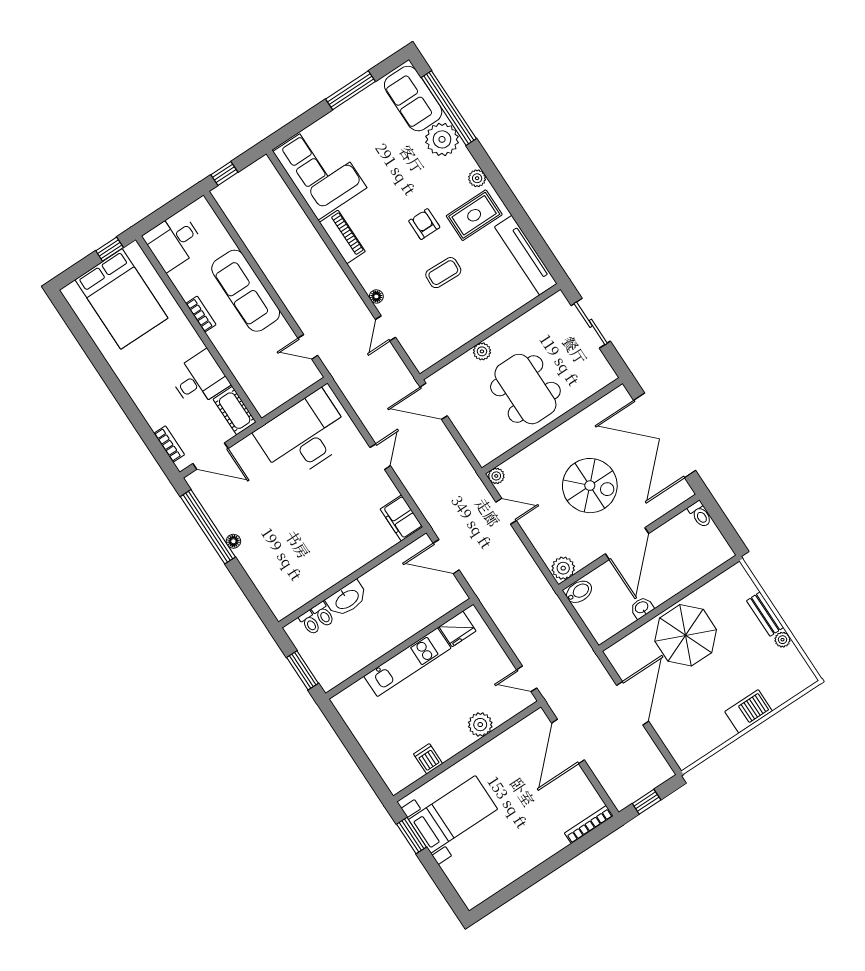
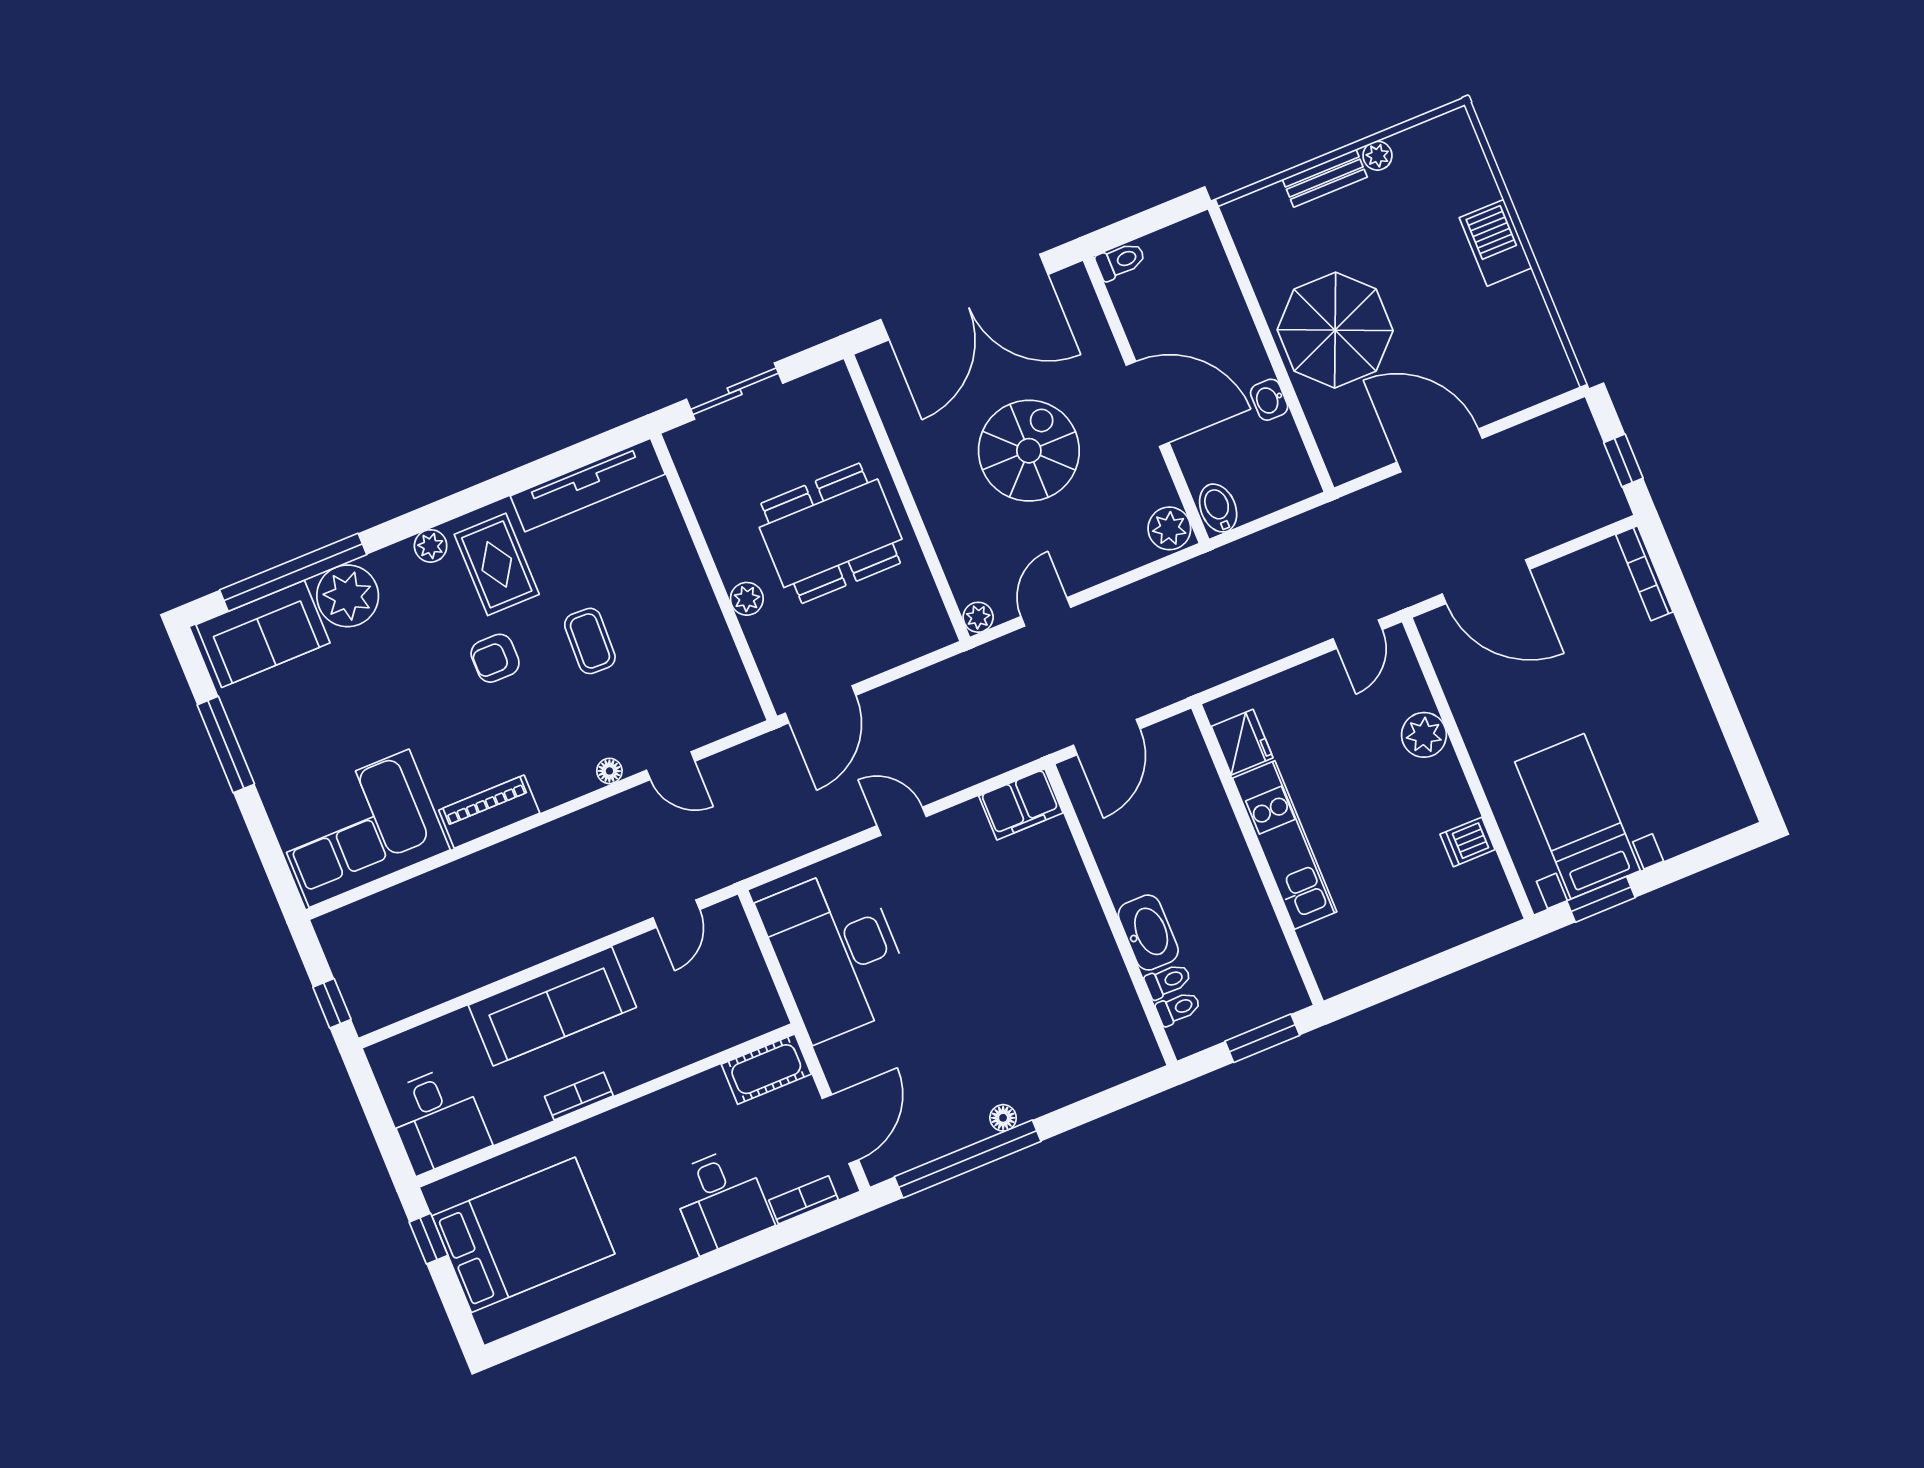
desk: (199, 379) -> (721, 1200), moved, turned 180

